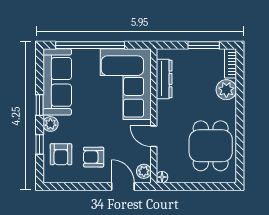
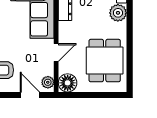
door: (154, 136) -> (56, 52), swing flipped
floor lamp: (162, 177) -> (68, 83), width x1.89, depth x1.89

